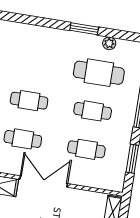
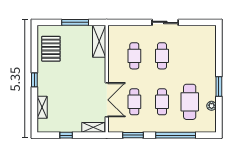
double door: (44, 182) -> (107, 100), moved

